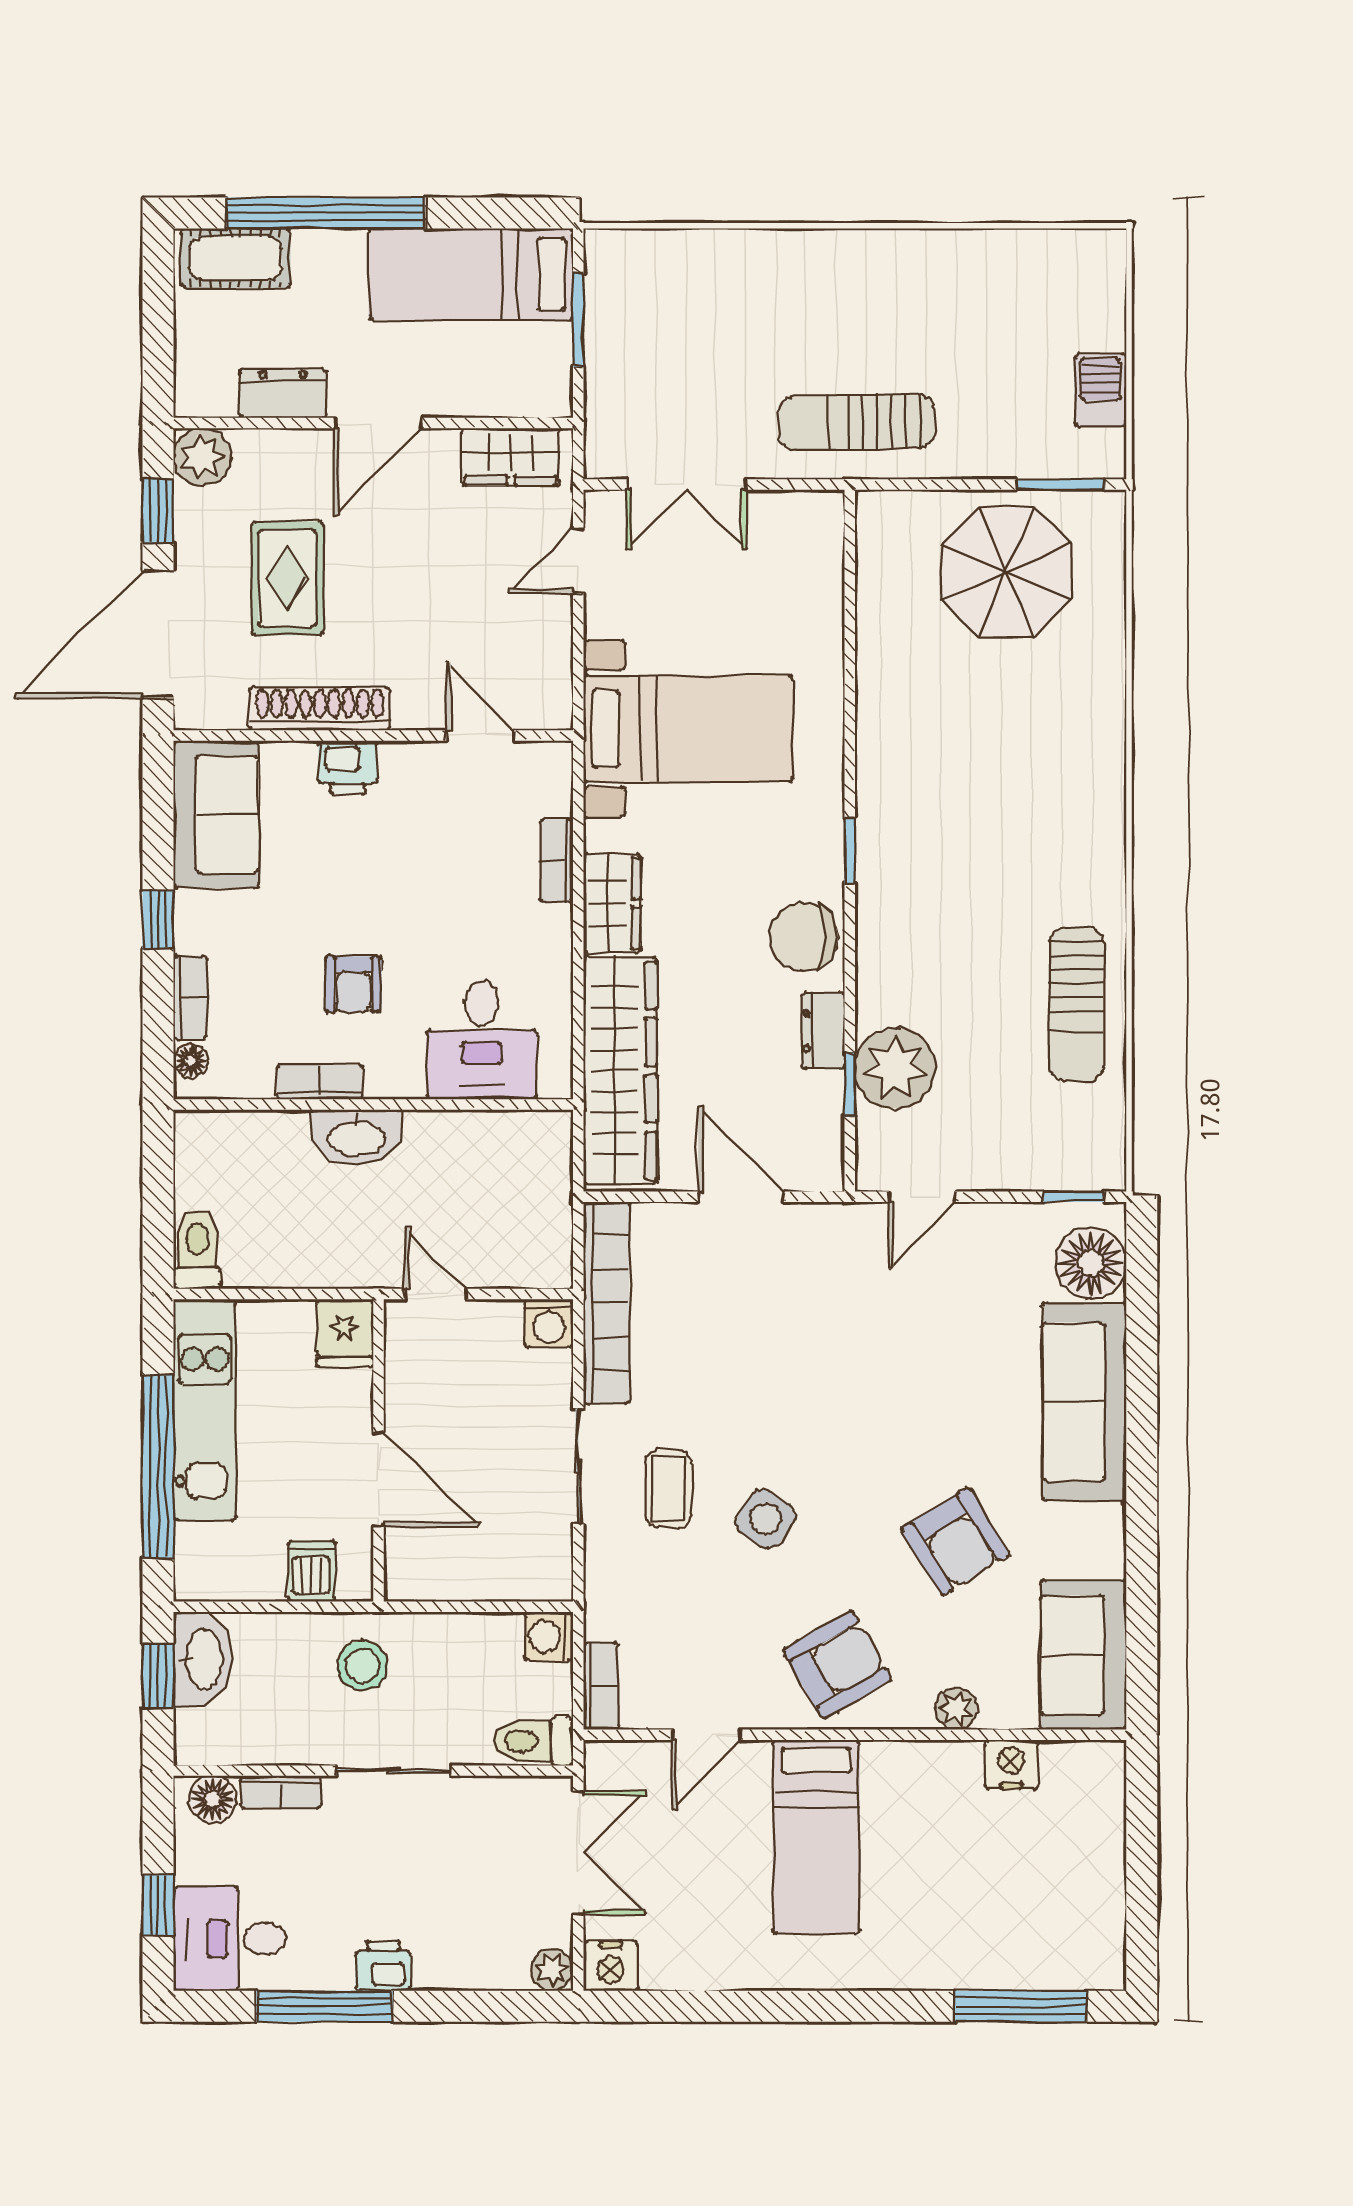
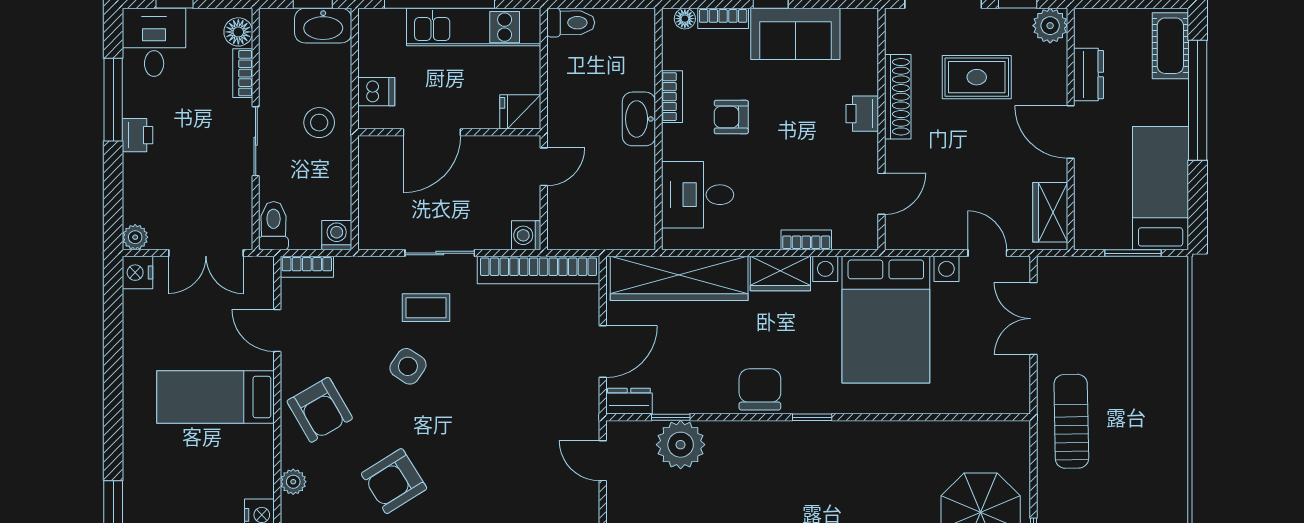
bed with nightstands: (688, 729) -> (886, 320), width x1.36
sofa: (216, 814) -> (795, 34), moved
dresser: (823, 1031) -> (629, 401), moved

